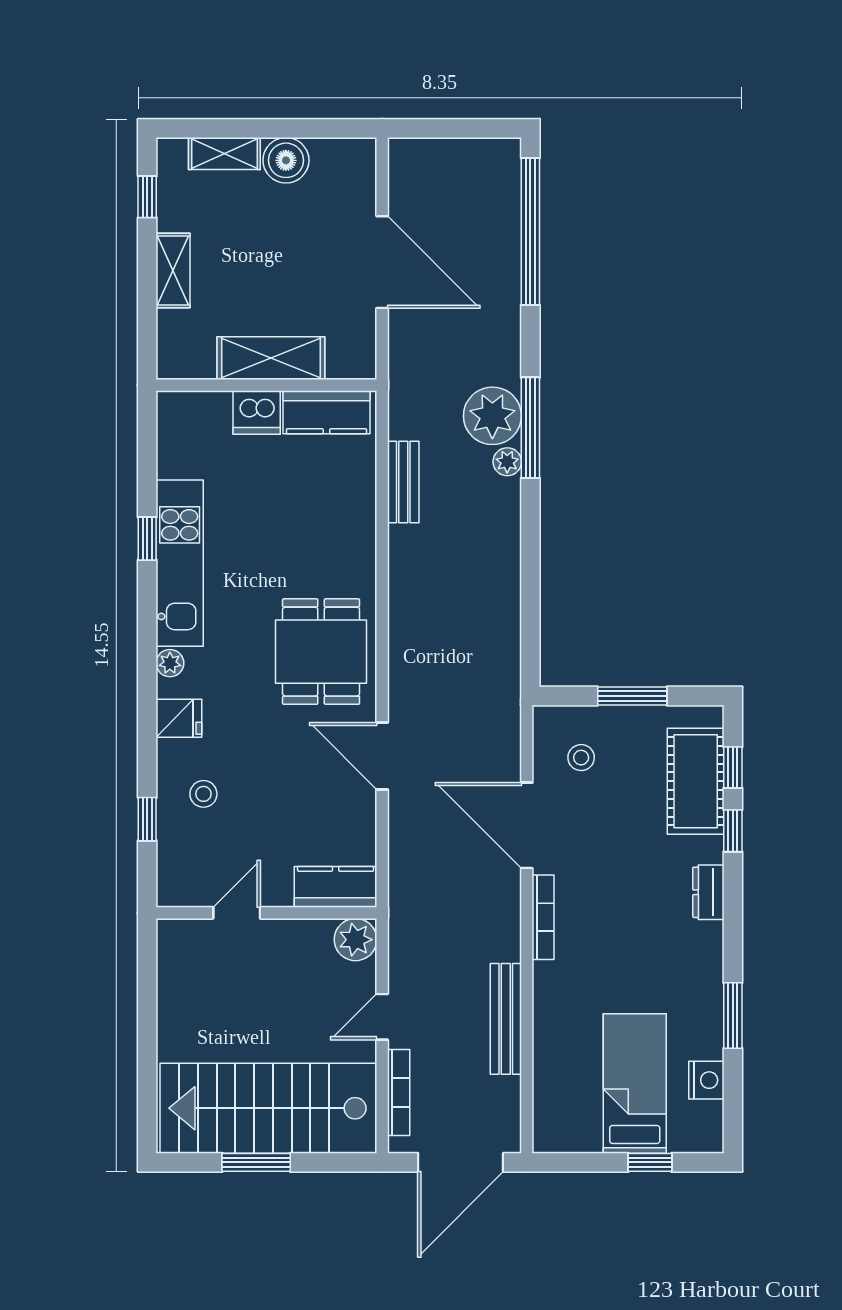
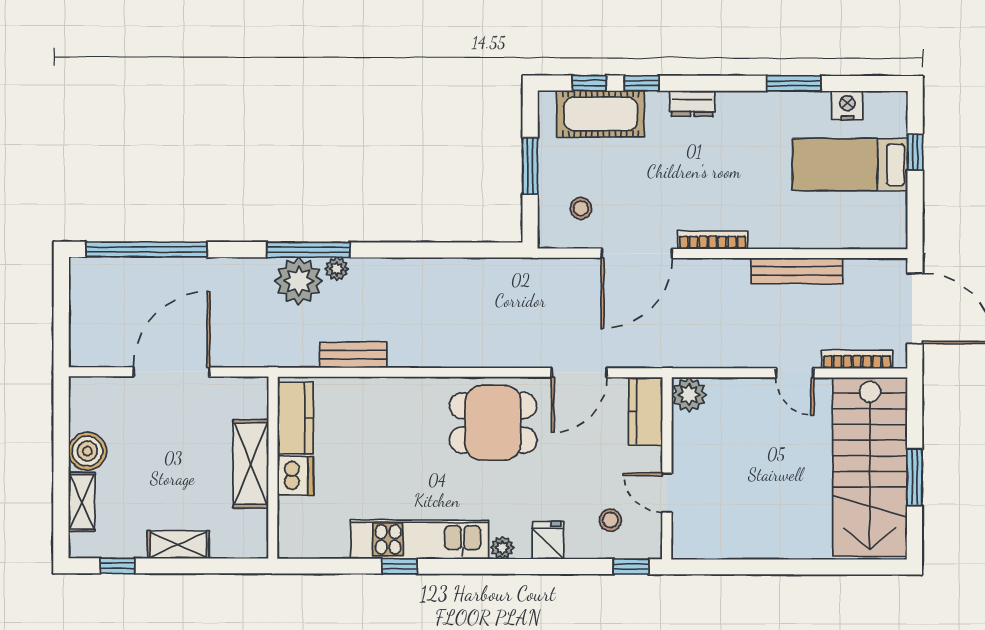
kitchen counter: (336, 887) -> (646, 411), moved
door: (237, 913) -> (667, 493), moved
wall: (266, 913) -> (667, 468), moved
plant: (356, 940) -> (689, 395), moved

